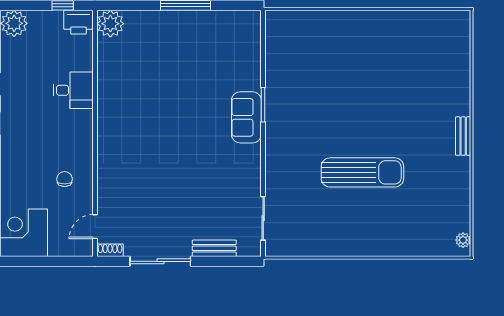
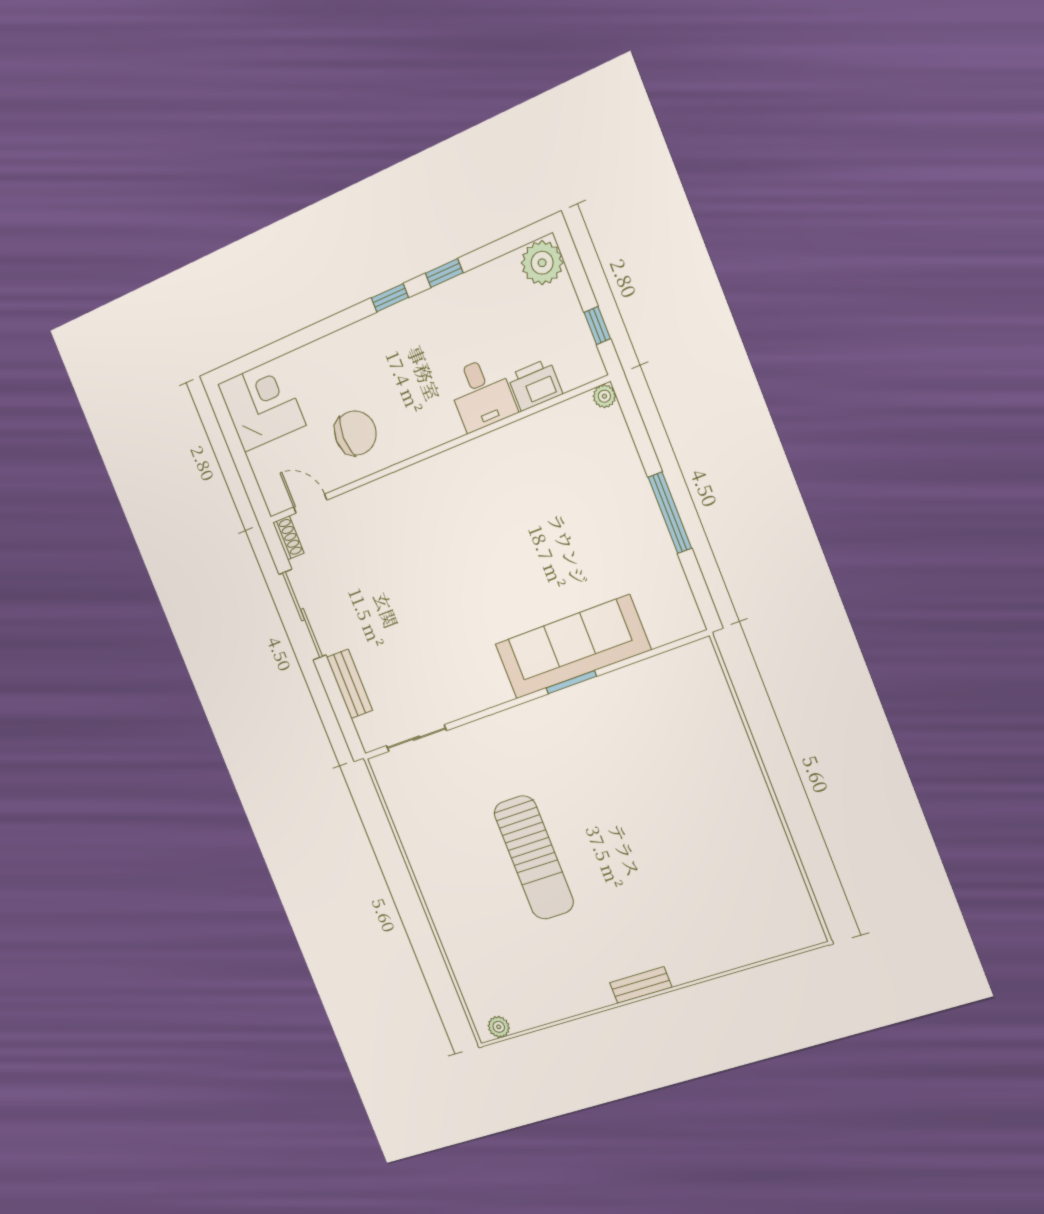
printer: (78, 22) -> (535, 385), moved, turned 90
plant: (110, 24) -> (604, 396), width x0.53, depth x0.53
sofa: (246, 117) -> (572, 647), width x1.85, depth x1.27
chair: (65, 179) -> (355, 433), width x1.87, depth x1.87

